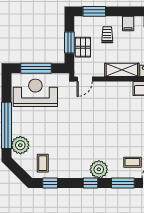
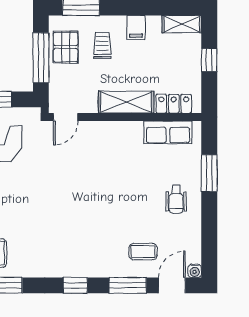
window: (69, 42) -> (41, 58), width x1.44
pallet: (83, 47) -> (66, 47), moved
plant: (99, 169) -> (89, 263), removed

